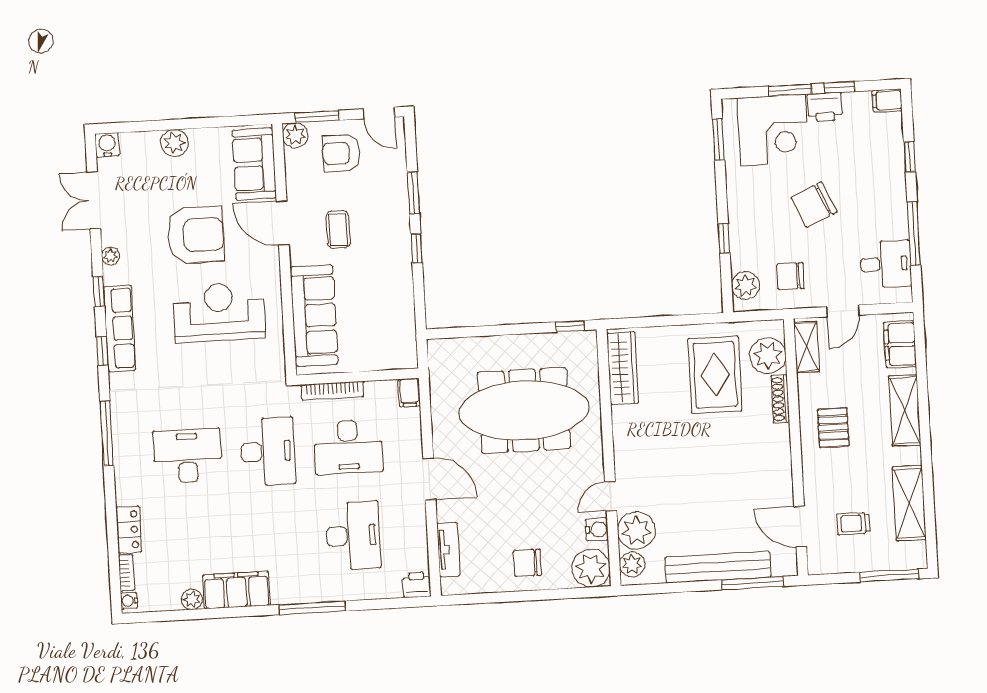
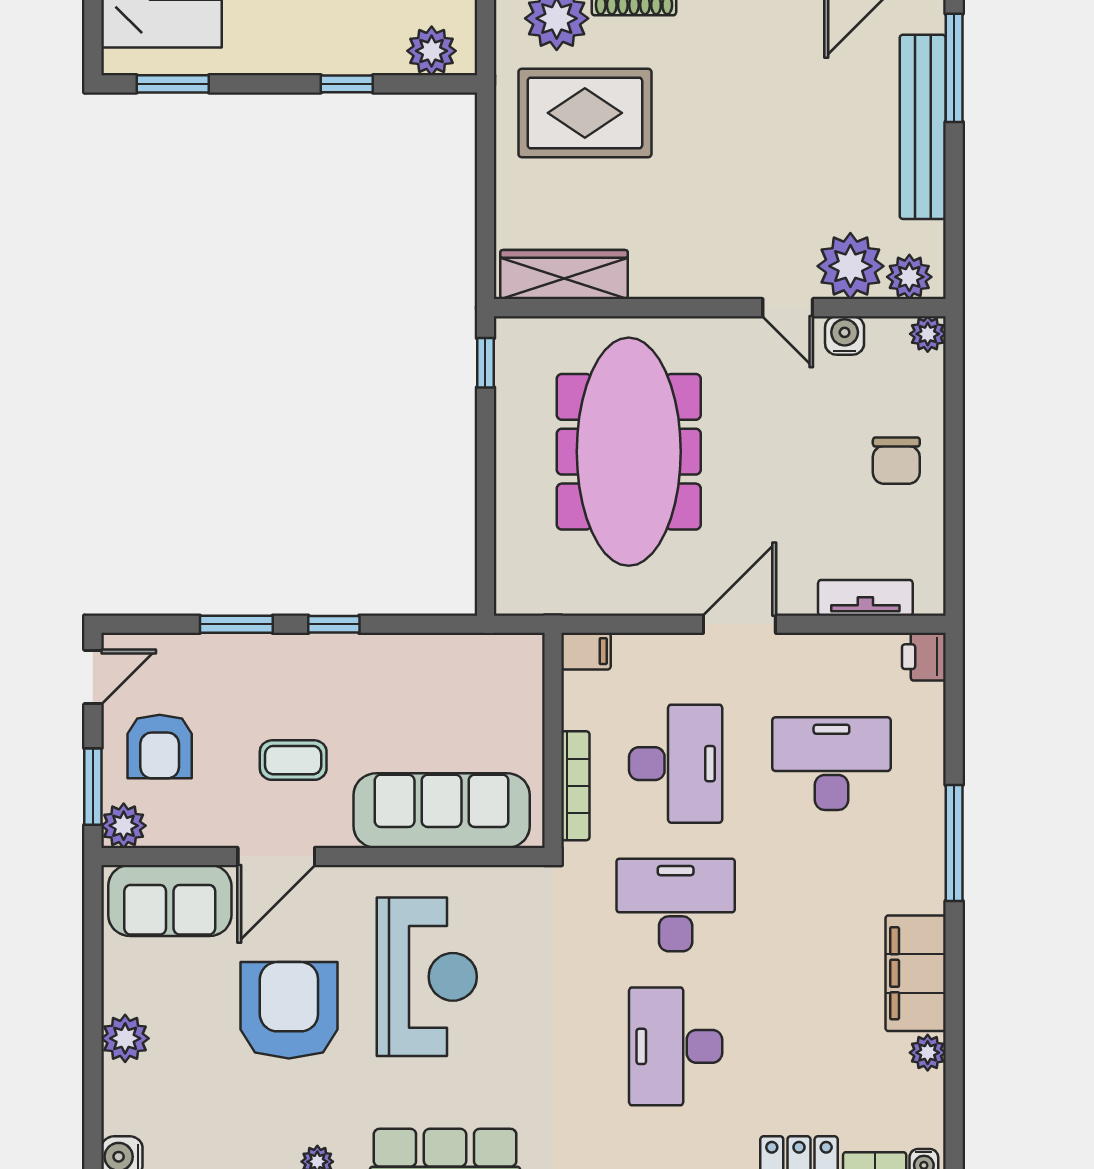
reception desk: (219, 312) -> (427, 977), turned 180
plant: (591, 568) -> (928, 334), width x0.53, depth x0.53

